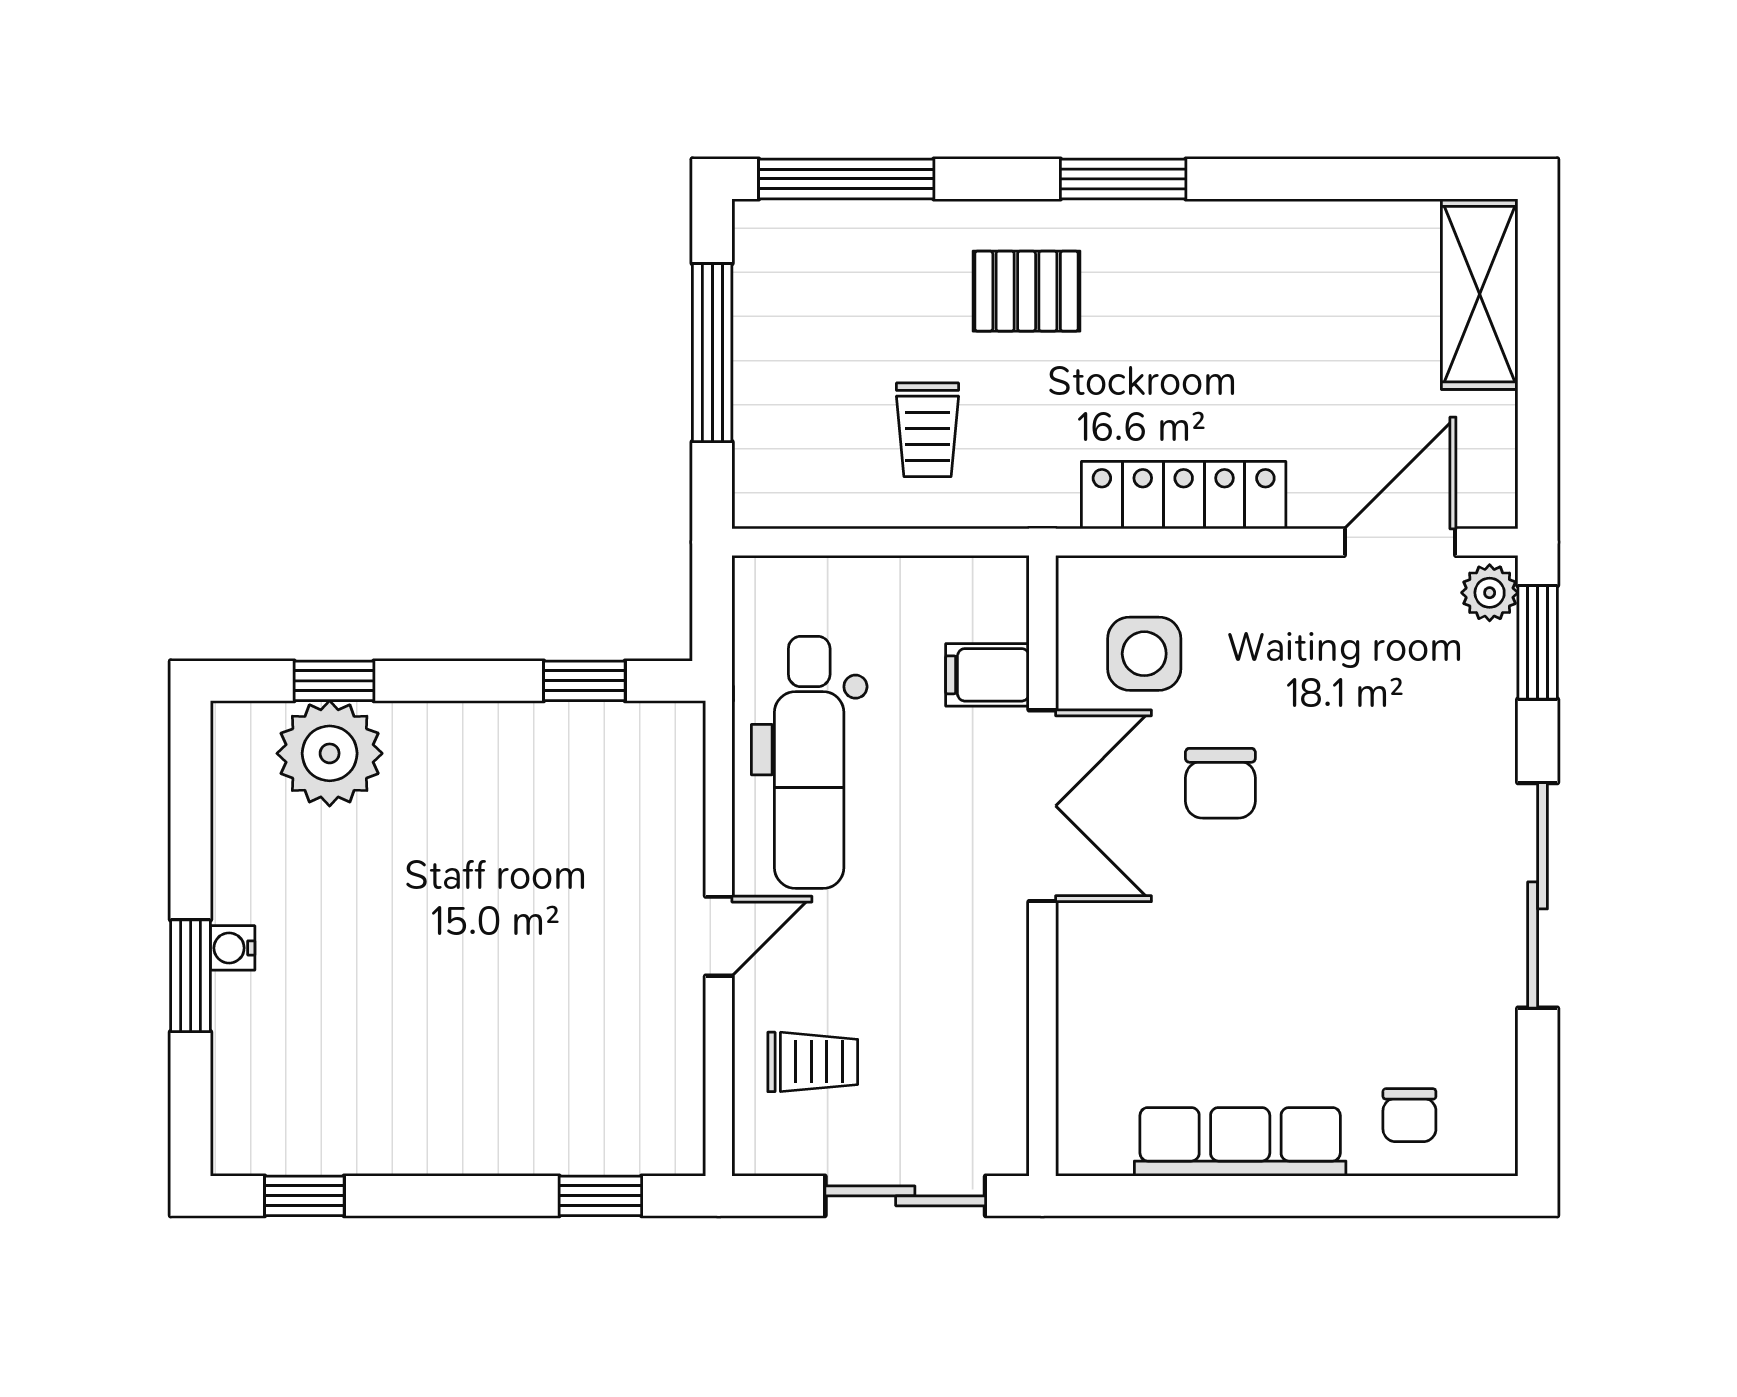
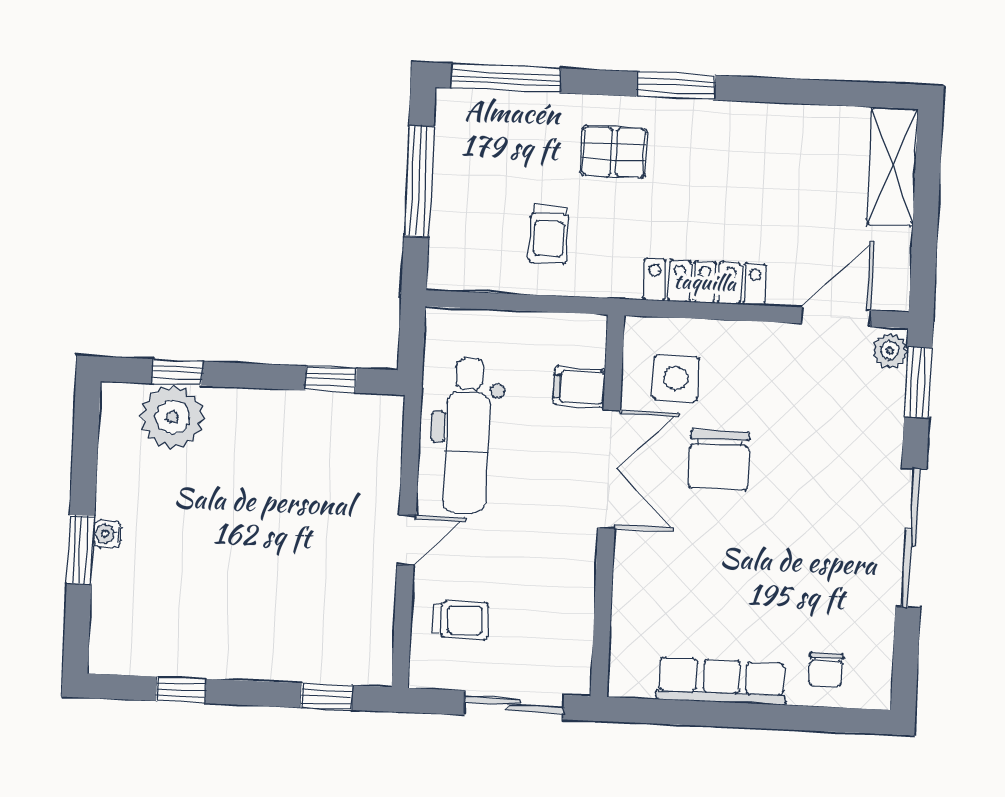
chair: (1220, 783) -> (719, 460), width x1.37, depth x1.37
window: (304, 1196) -> (181, 690), moved

